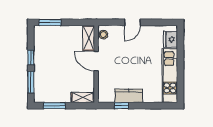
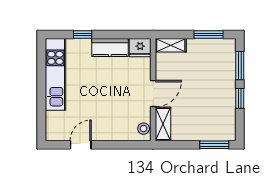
door: (132, 22) -> (81, 145), moved
fridge: (171, 39) -> (140, 48), moved, turned 90
door: (96, 61) -> (153, 94), hinge flipped
window: (122, 106) -> (83, 34), moved

